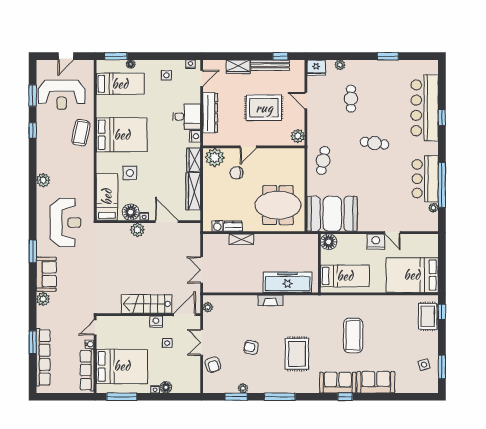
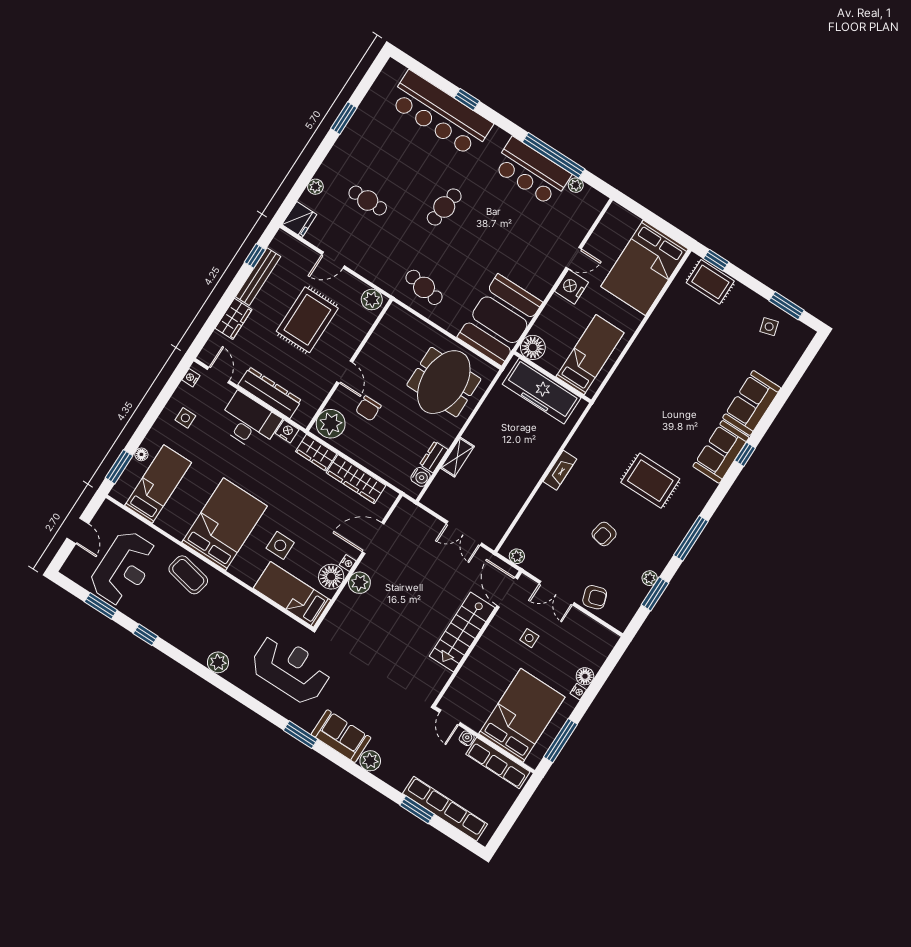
desk: (187, 117) -> (249, 422), width x1.37
freezer: (288, 282) -> (542, 391), moved, turned -90
nightstand: (156, 322) -> (492, 635), removed
coffee table: (353, 335) -> (673, 393), removed

